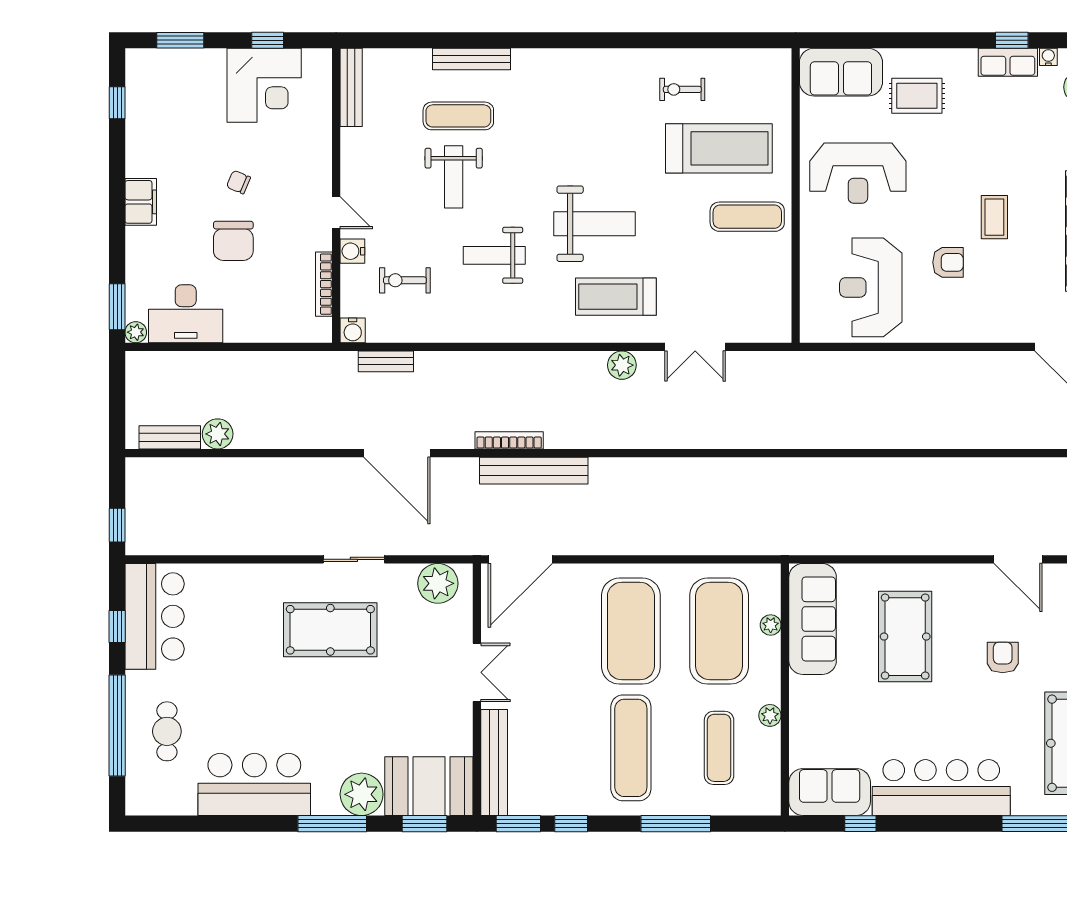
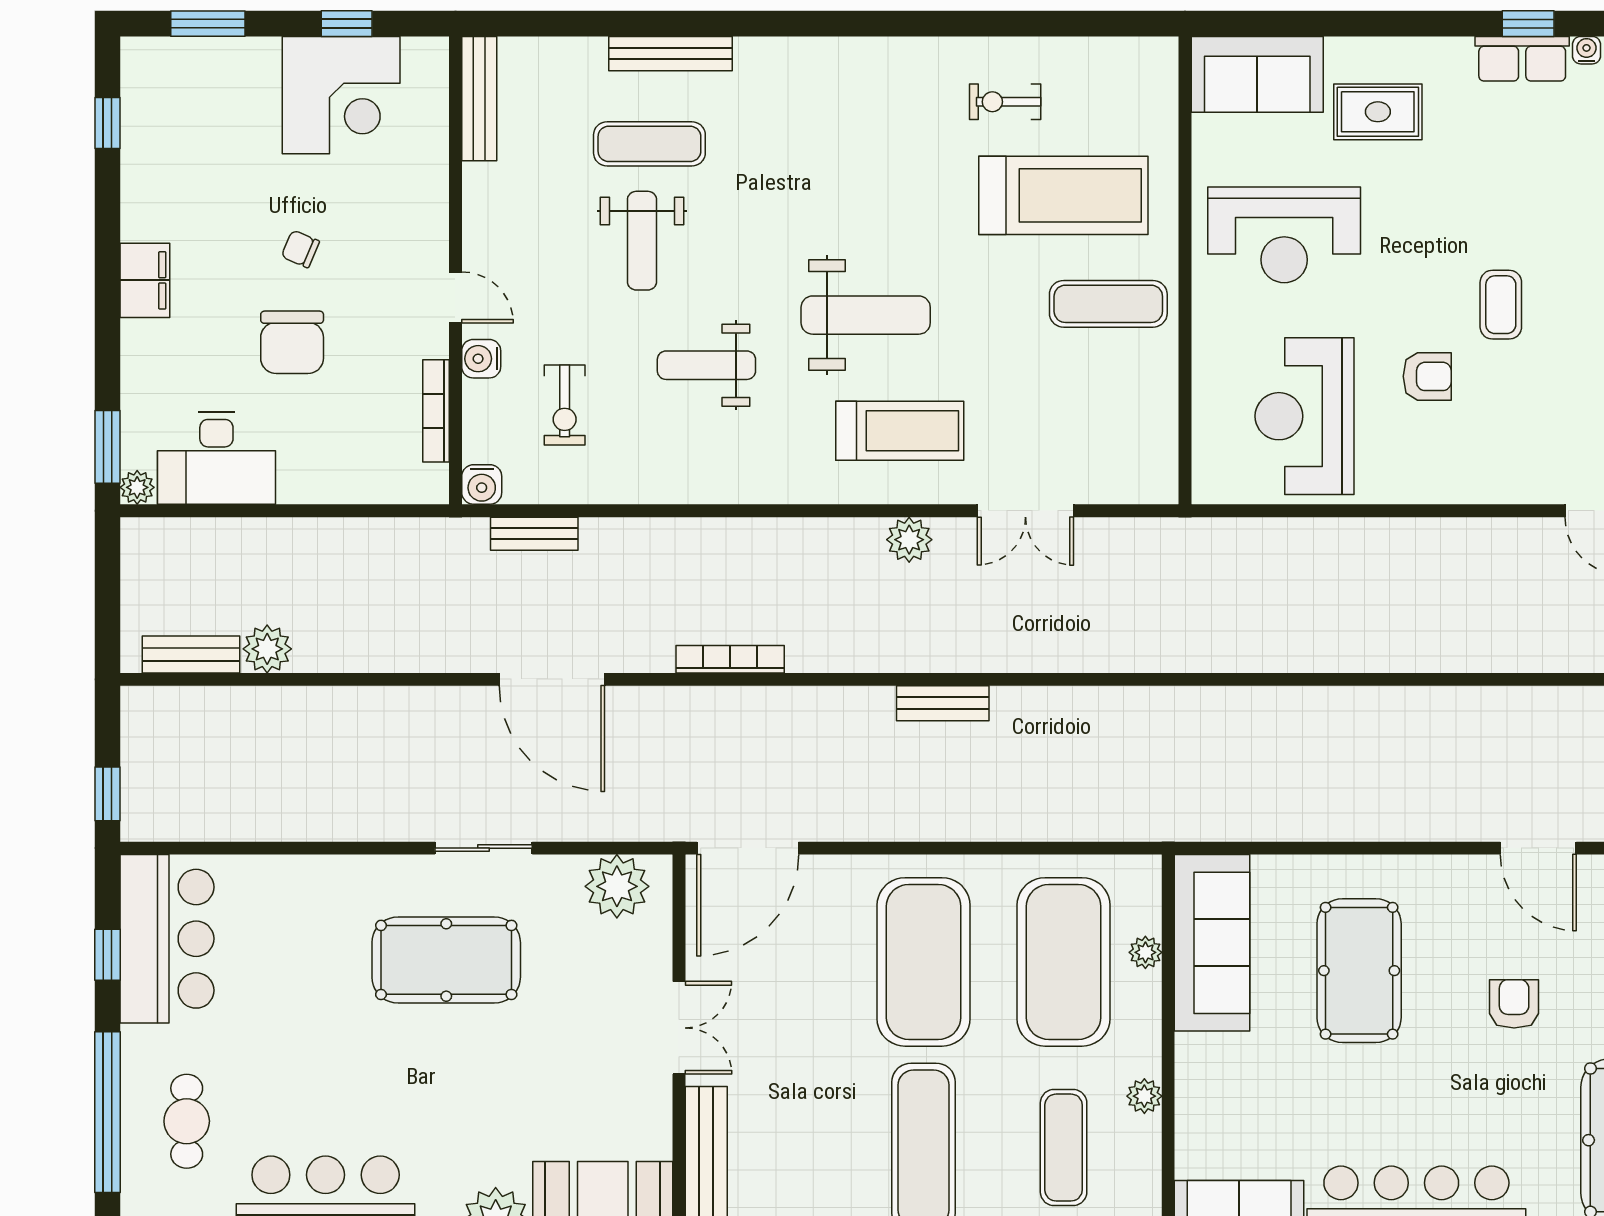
exercise bike: (405, 280) -> (565, 405), turned -90
treadmill: (616, 297) -> (900, 431), turned 180
bench: (534, 471) -> (943, 703), moved, width x0.54, depth x0.82

